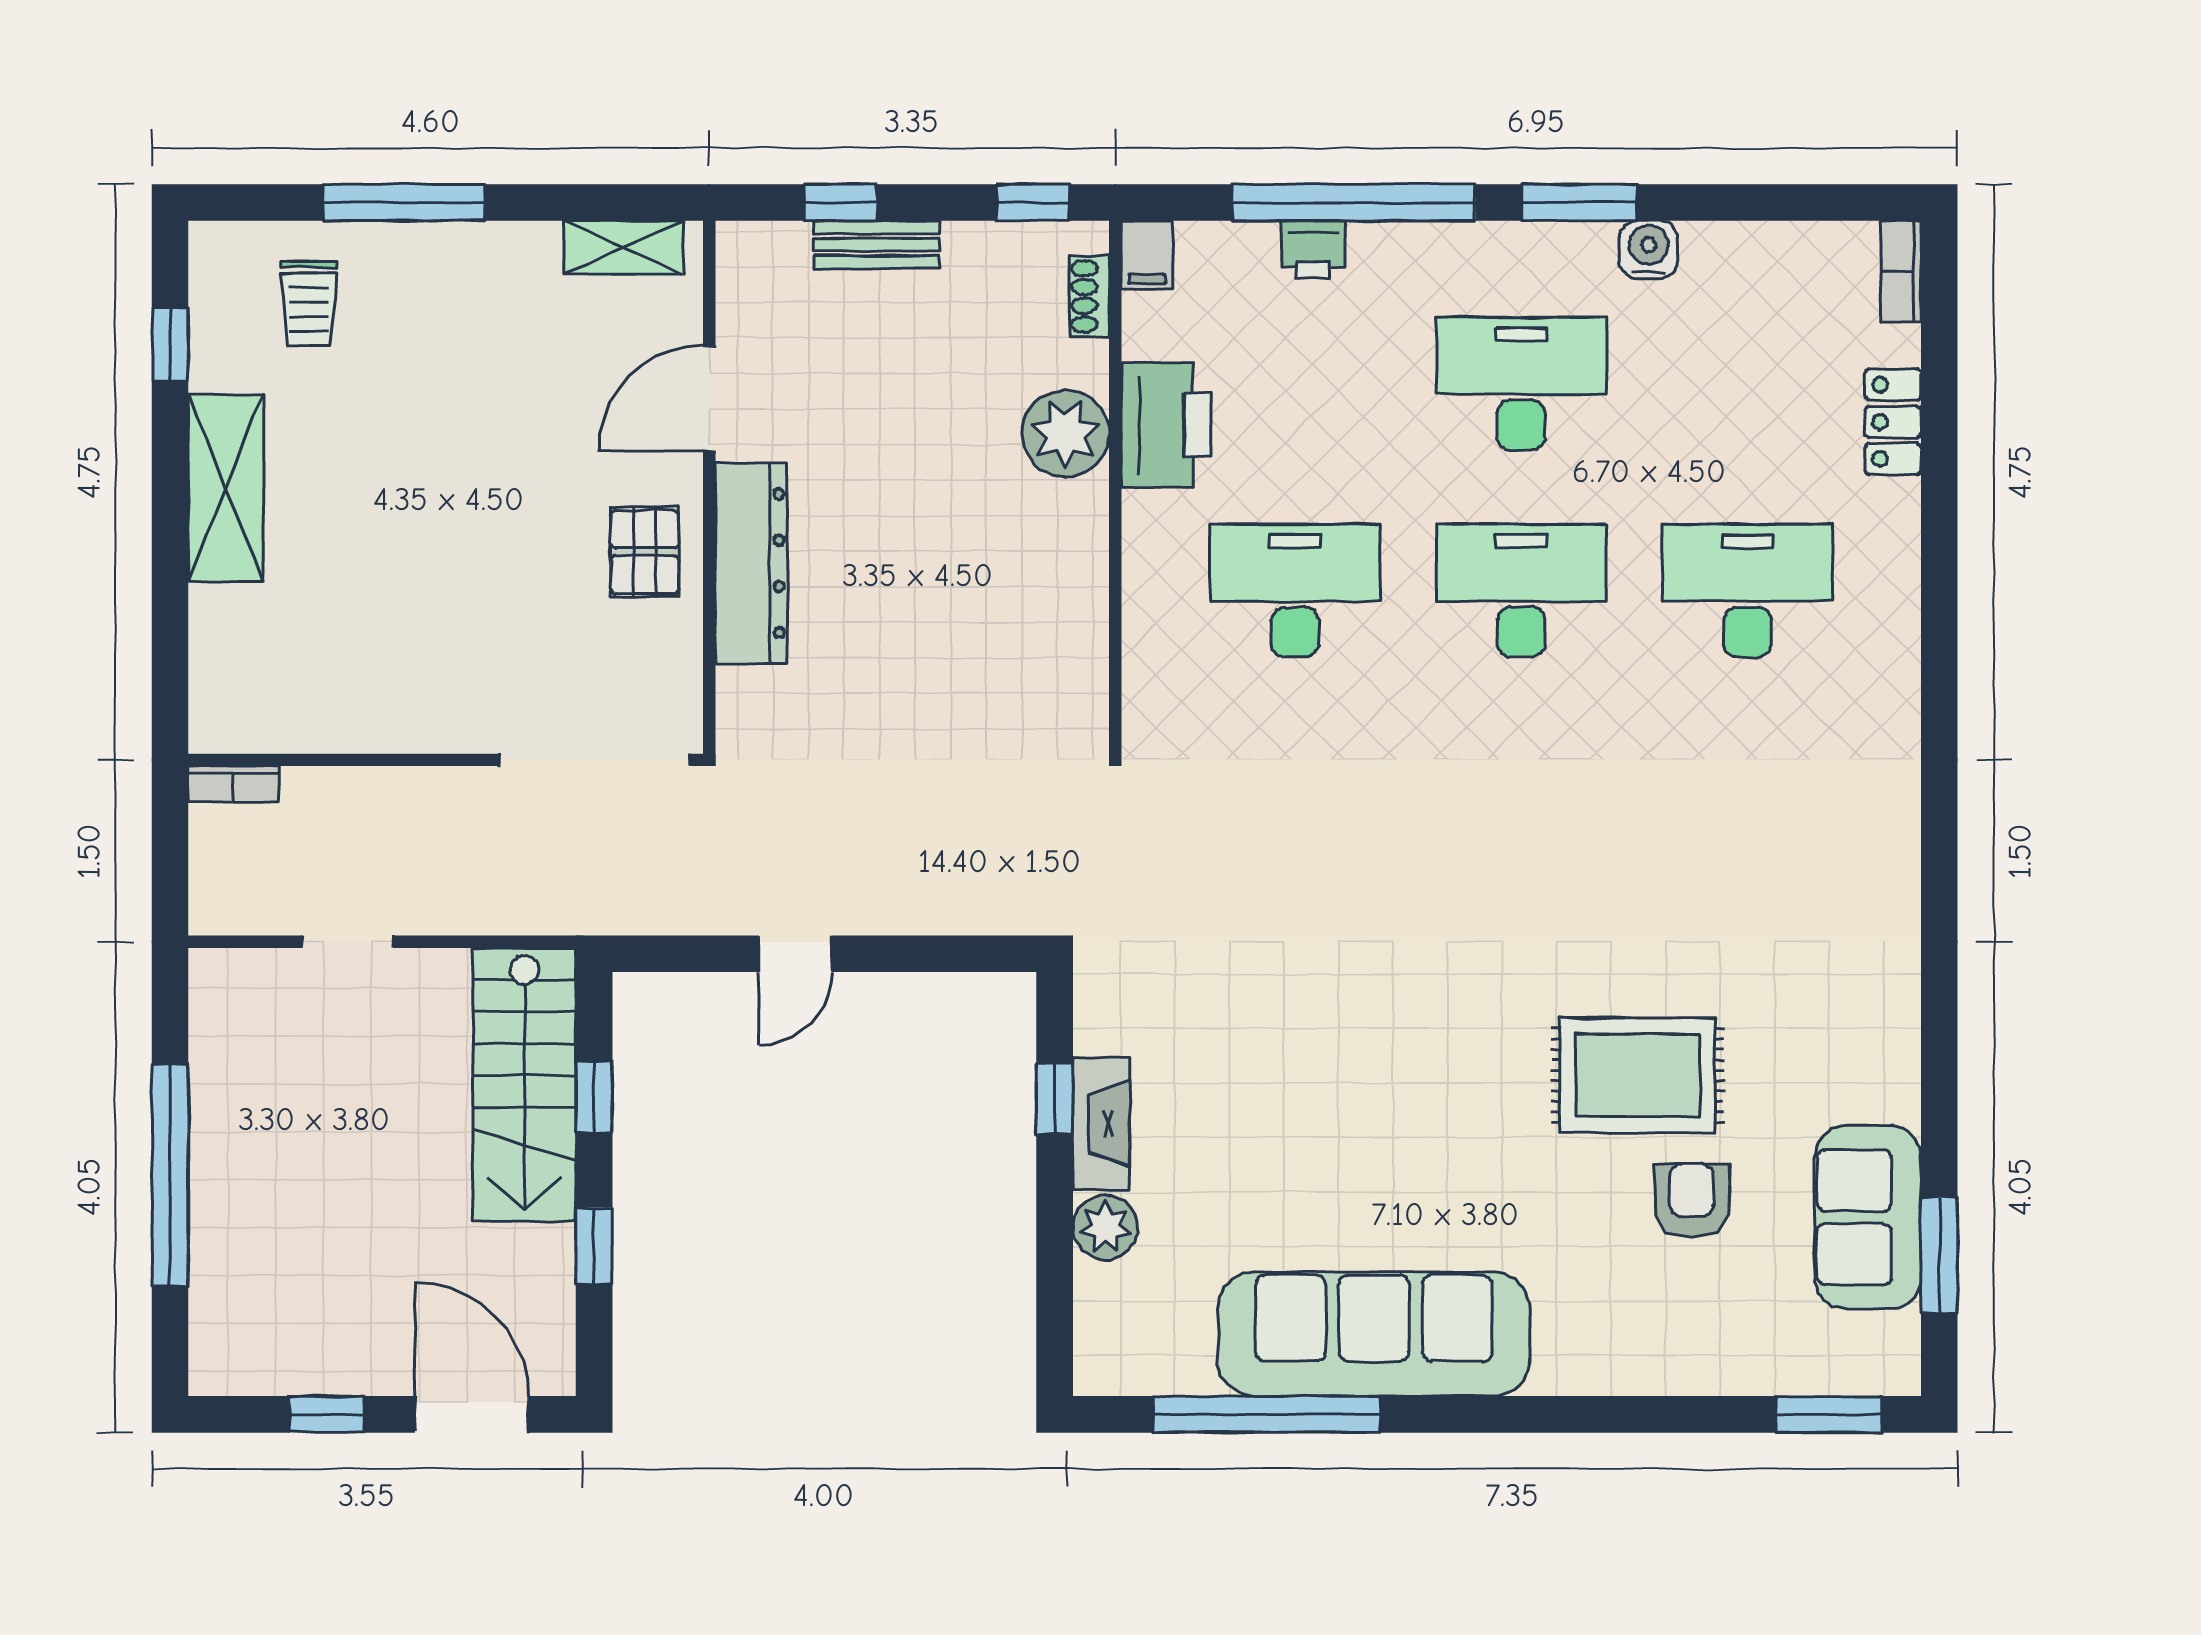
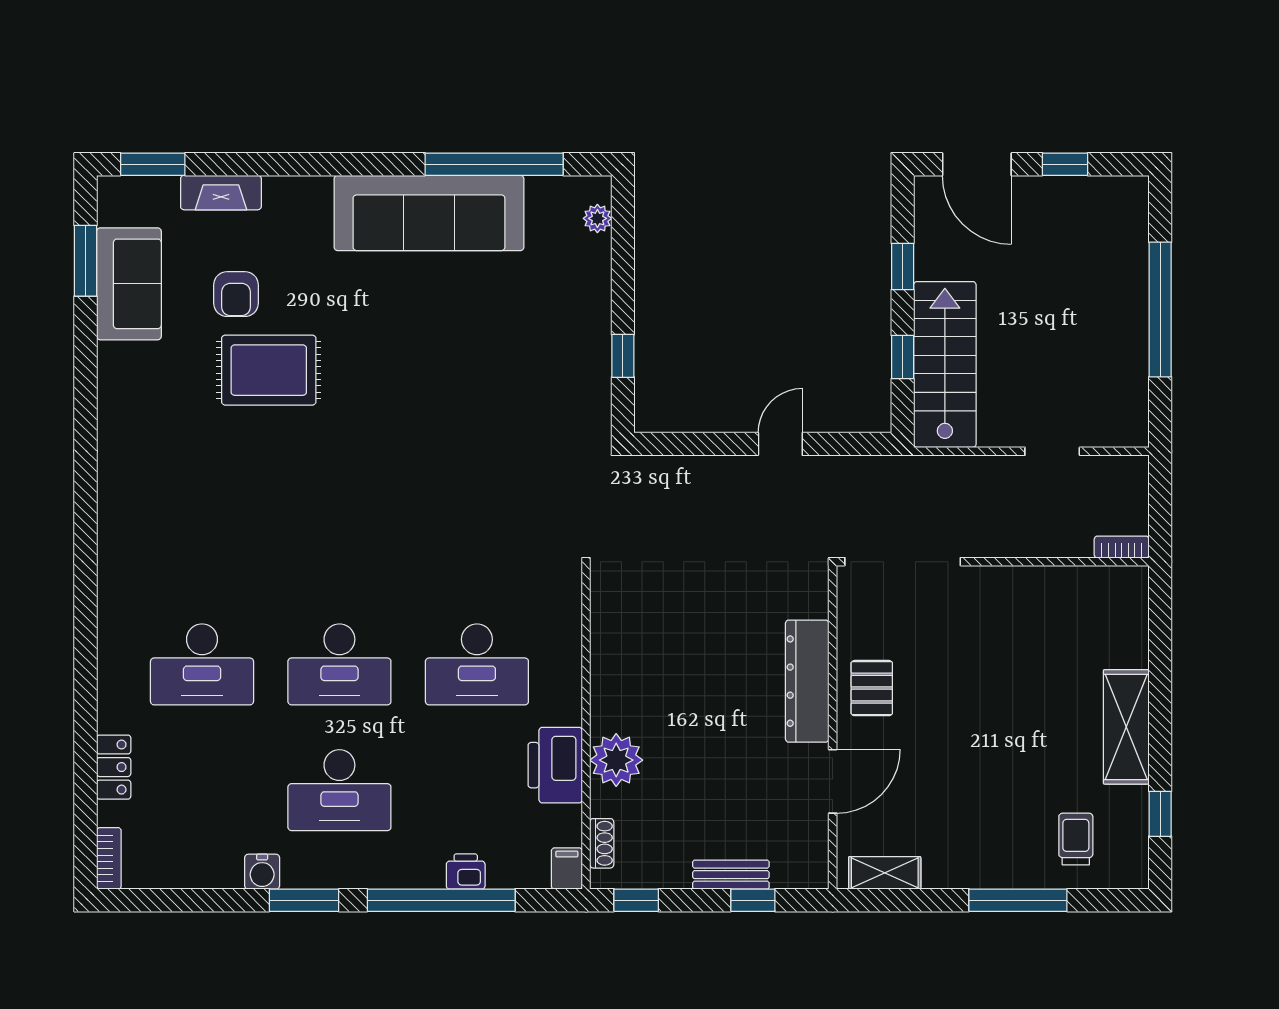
fireplace: (1101, 1123) -> (221, 193), moved, turned -90
plant: (1105, 1227) -> (597, 218), moved, width x0.73, depth x0.73

